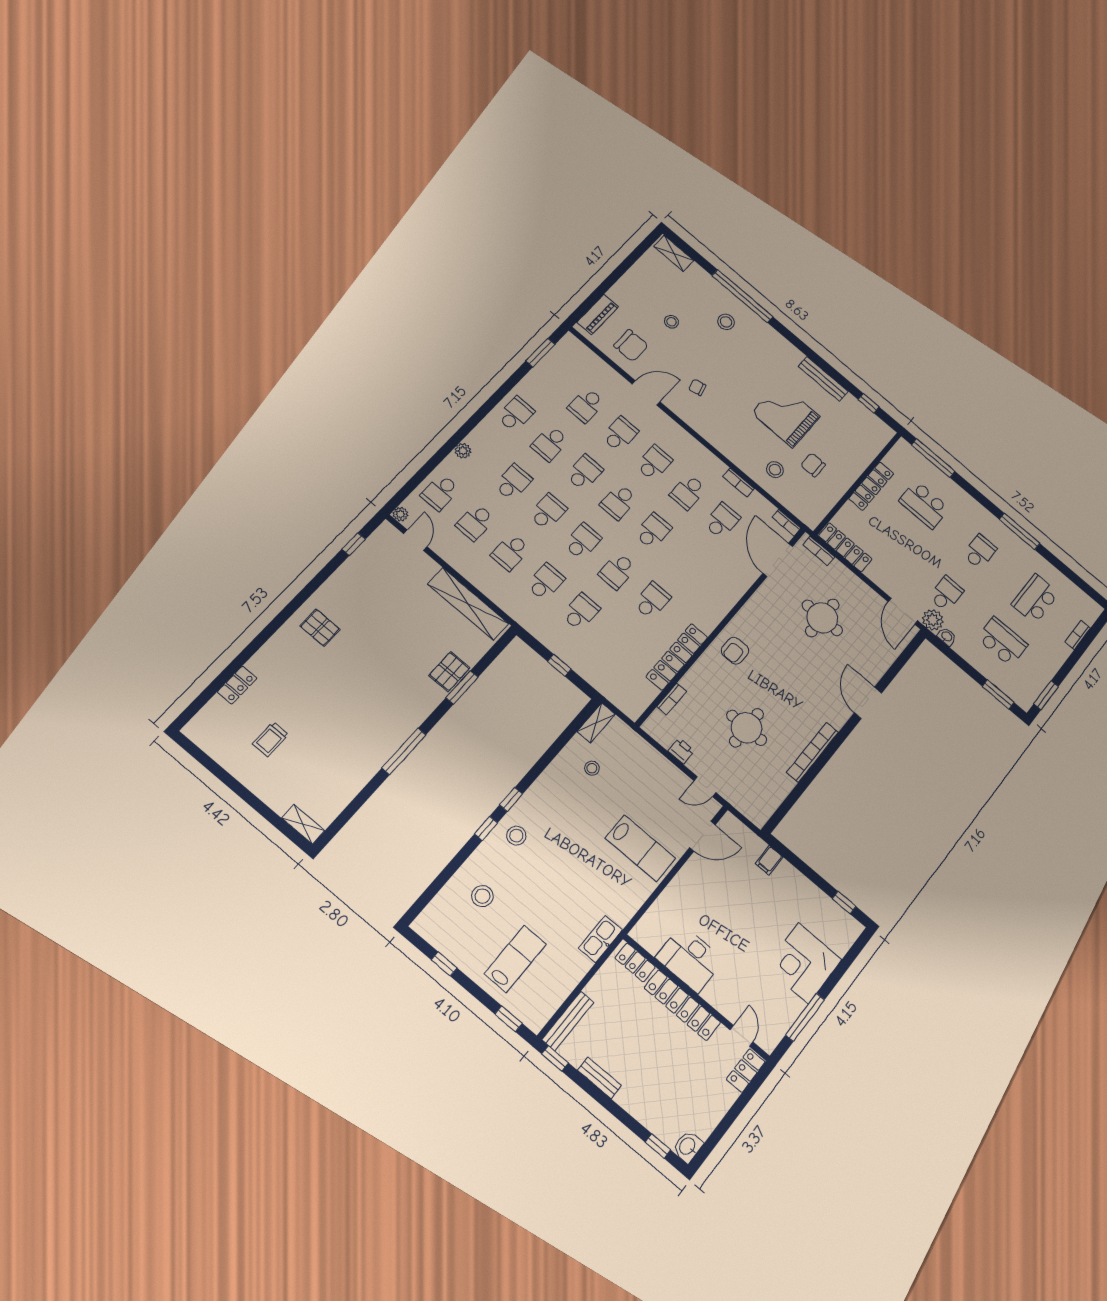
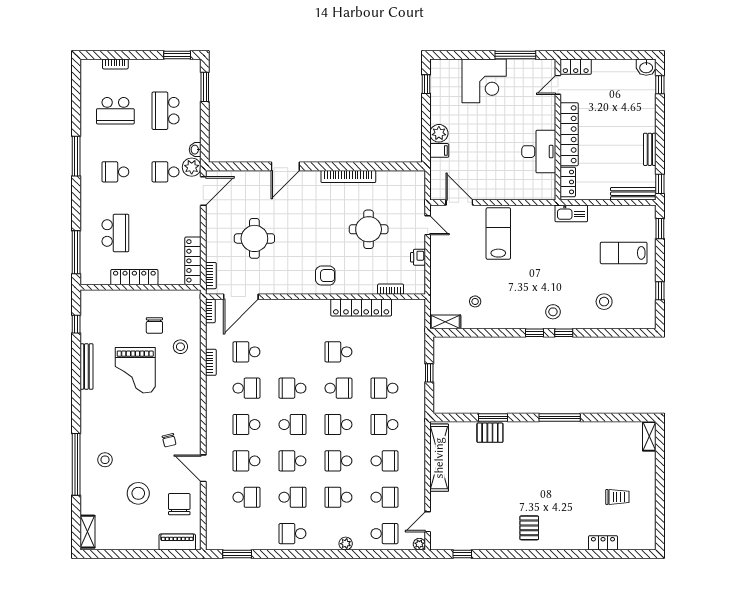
stool: (671, 322) -> (138, 493), width x1.89, depth x1.89
plant: (786, 874) -> (439, 133), added

